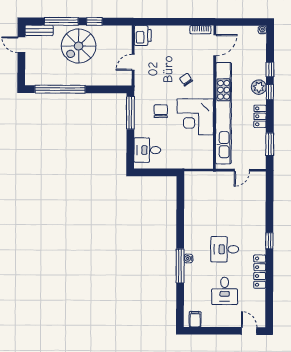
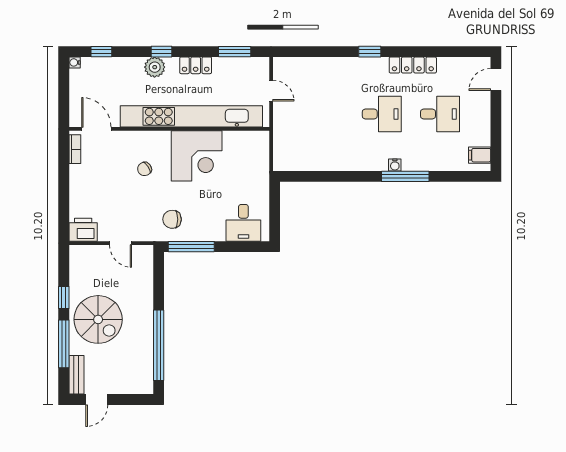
window: (270, 69) -> (101, 52), moved
chair: (161, 111) -> (172, 219), moved
desk: (225, 249) -> (382, 114), turned -90

